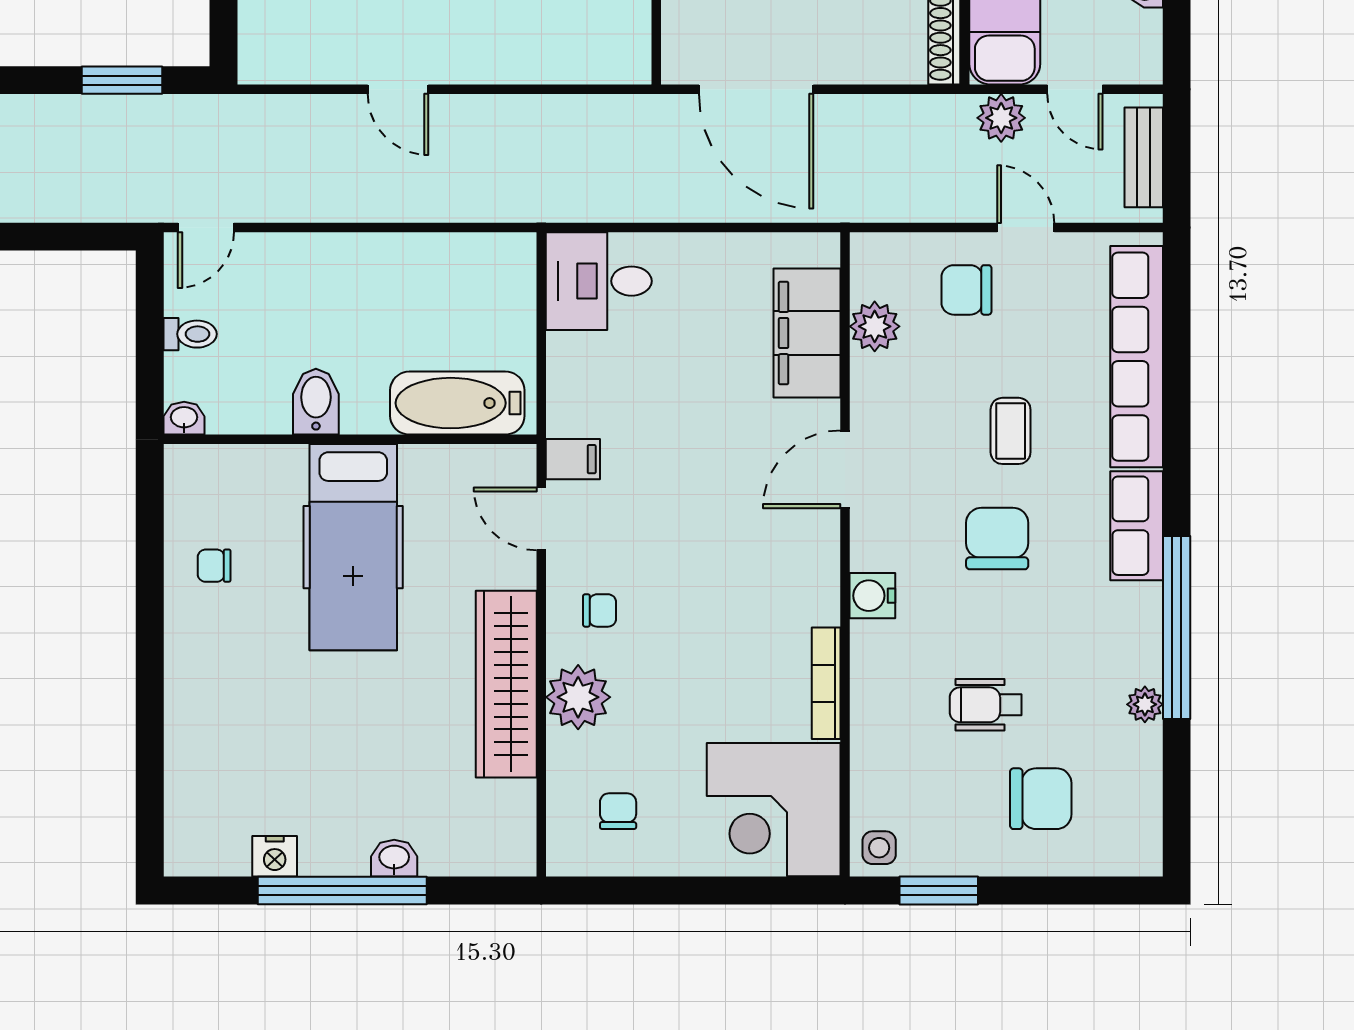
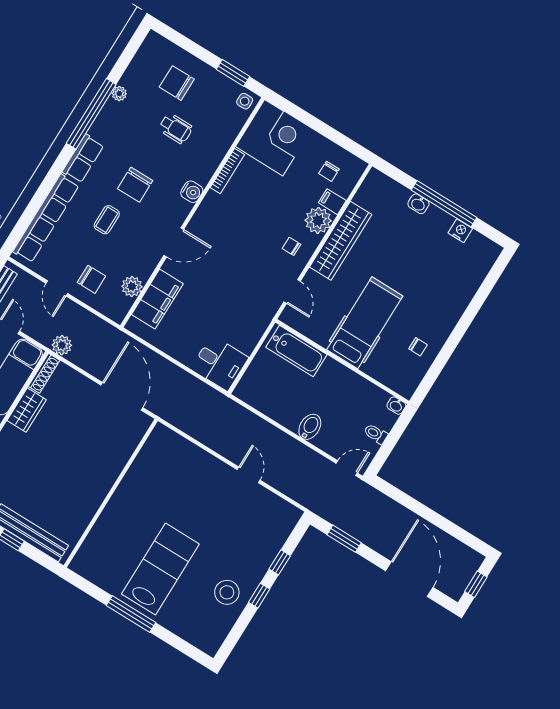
plant: (1001, 118) -> (62, 345), moved
bidet: (316, 402) -> (310, 427), moved, turned 180
filing cabinet: (573, 459) -> (332, 202), moved

